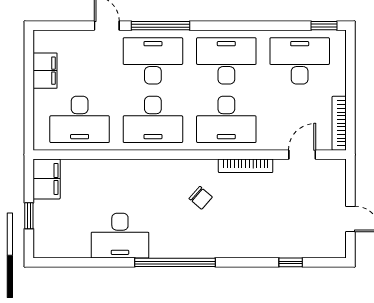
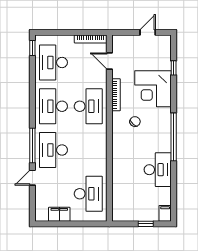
desk: (153, 119) -> (88, 150), removed
filing cabinet: (47, 179) -> (165, 213), moved, width x0.50
corner desk: (256, 228) -> (153, 89), added

